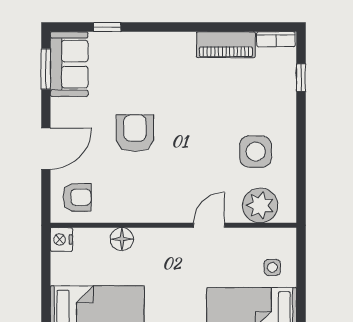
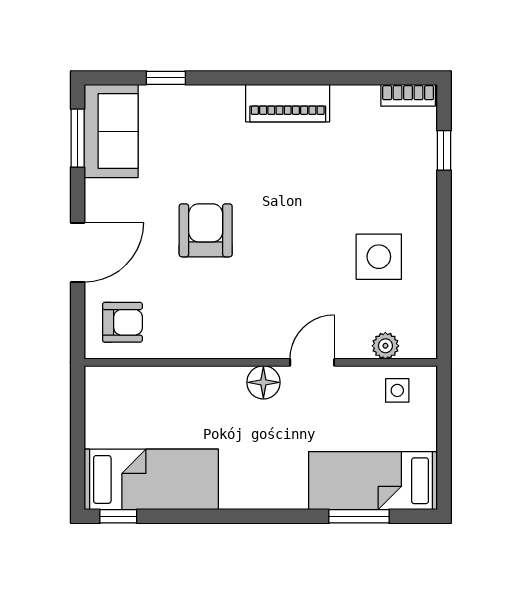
piano: (226, 45) -> (288, 103), moved
plant: (260, 205) -> (385, 346), width x0.53, depth x0.53
nightstand: (61, 239) -> (100, 383), removed
floor lamp: (122, 239) -> (263, 382), moved
side table: (272, 267) -> (397, 390), moved

